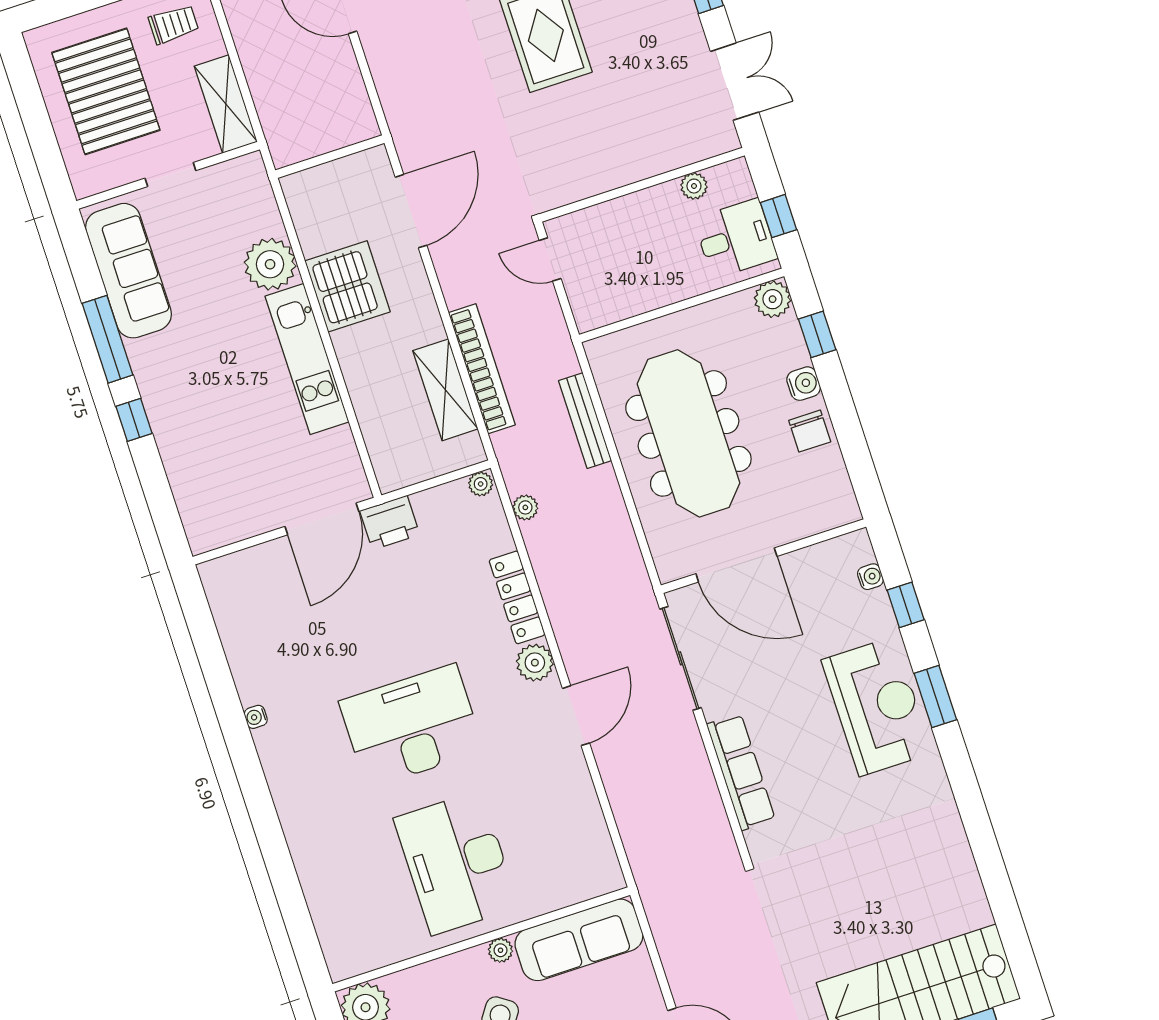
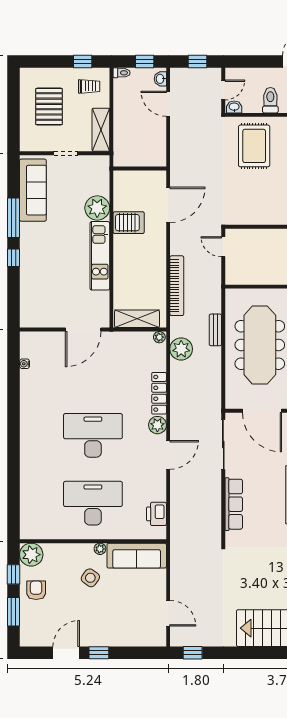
pallet: (106, 91) -> (49, 107), width x0.73, depth x0.71
server rack: (348, 286) -> (129, 223), width x0.62
shelving: (445, 390) -> (137, 319), moved, turned 90
bench: (585, 421) -> (215, 330), width x0.73
plant: (525, 507) -> (181, 349), width x1.88, depth x1.88
printer: (390, 523) -> (156, 514), moved, turned 90
water cooler: (256, 717) -> (25, 364), moved
desk: (456, 863) -> (93, 503), turned 90

